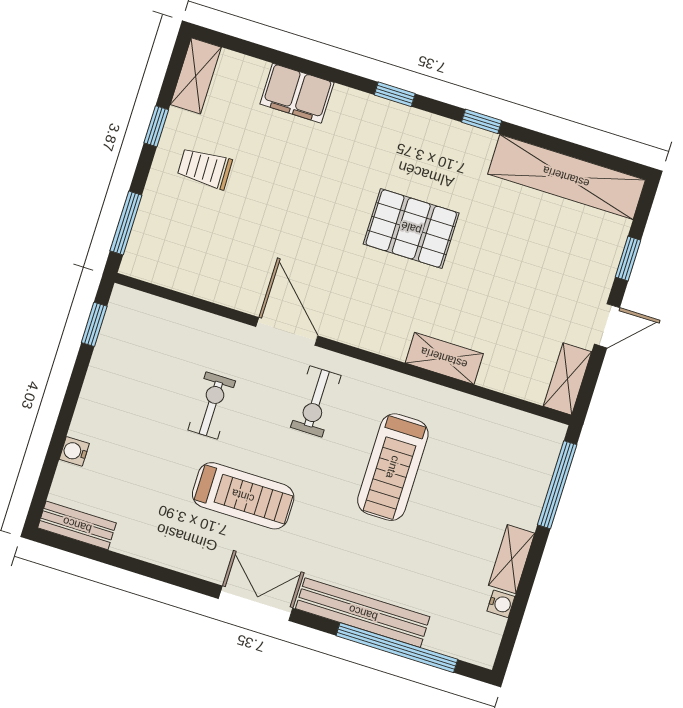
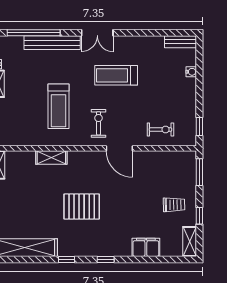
exercise bike: (212, 406) -> (161, 130), moved, turned -90
treadmill: (393, 467) -> (58, 106), turned 180

